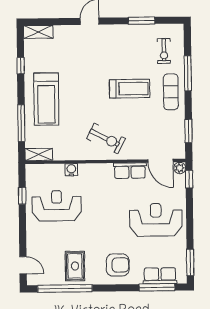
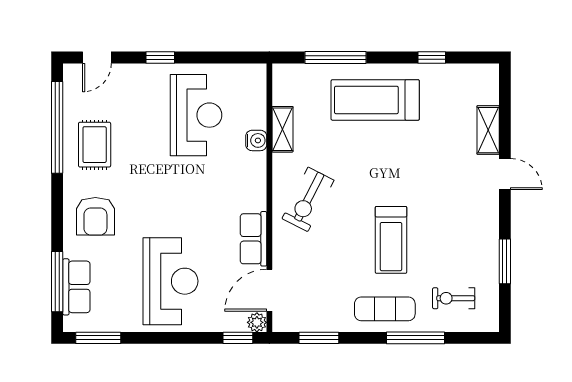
shelving: (38, 32) -> (488, 130), moved
shelving: (39, 154) -> (282, 129), moved
window: (22, 196) -> (160, 57), moved
rug: (75, 266) -> (95, 145), turned 90

